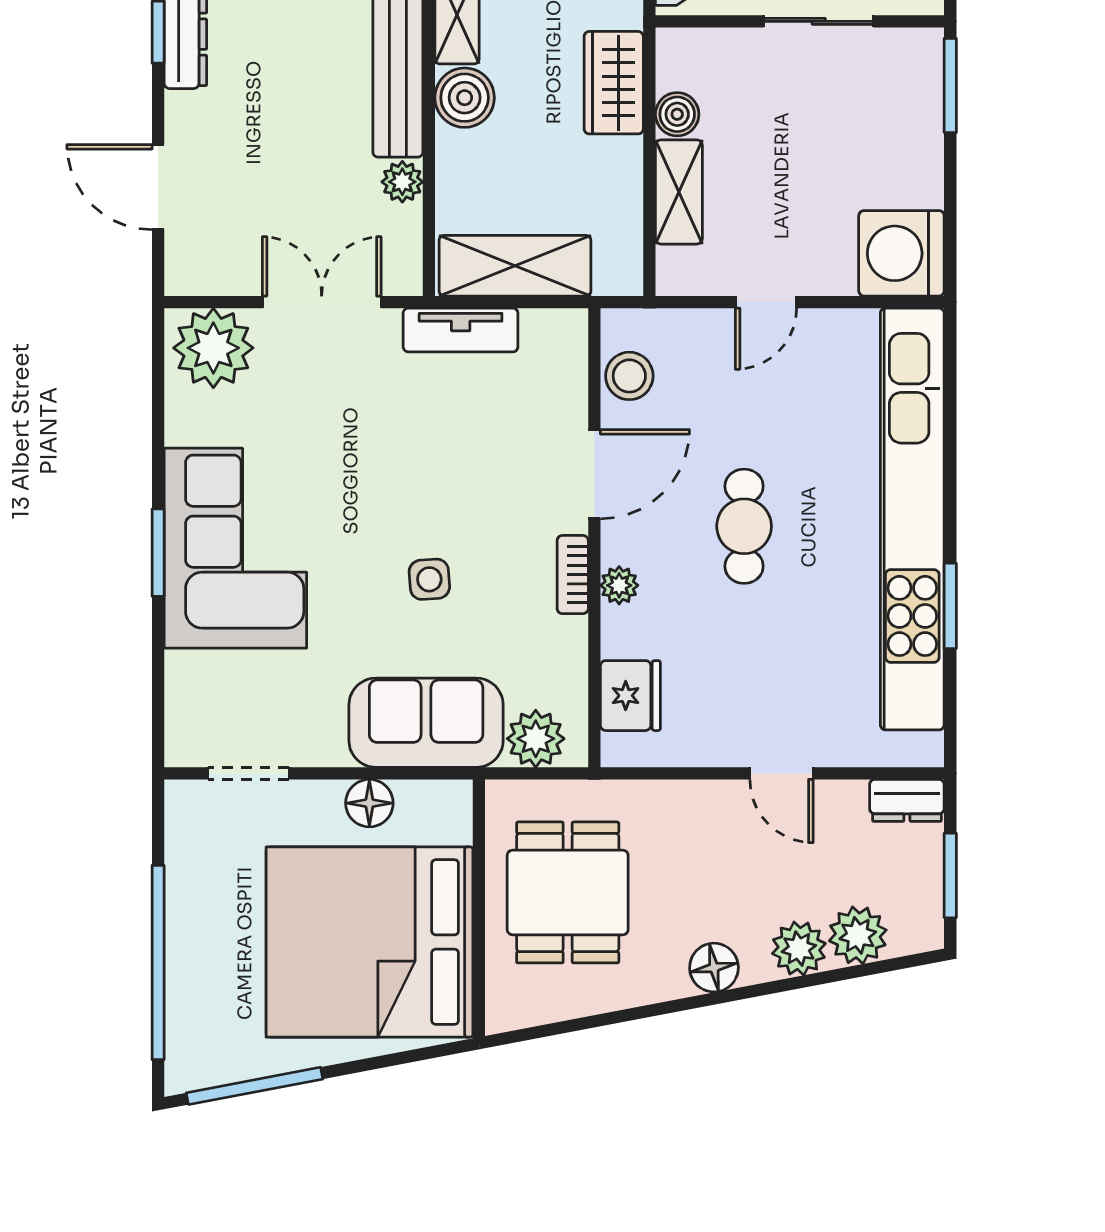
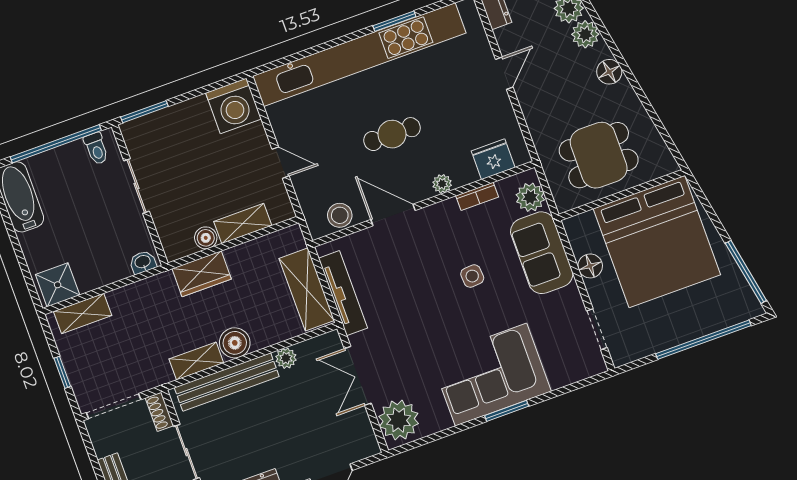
tv unit: (461, 330) -> (343, 293), width x1.41
bookcase: (573, 575) -> (477, 196), moved

